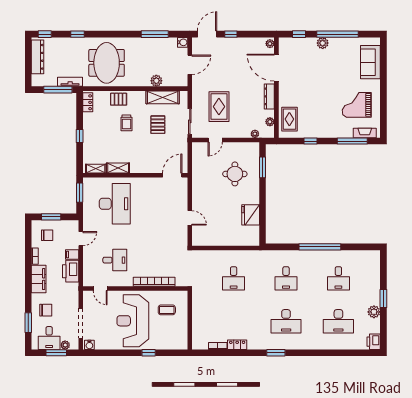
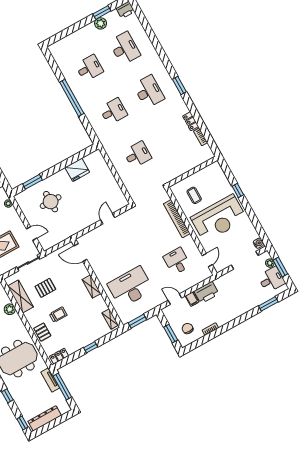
shelving: (118, 168) -> (91, 287), moved
filing cabinet: (39, 279) -> (228, 315), removed
window: (383, 298) -> (102, 12), moved
chair: (46, 310) -> (250, 295), removed

